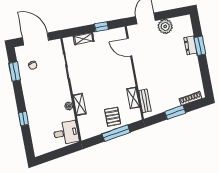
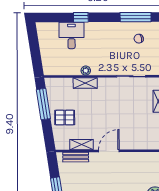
door: (129, 47) -> (109, 151), moved
window: (15, 71) -> (136, 17), width x1.44
desk: (66, 133) -> (72, 35), moved, turned 180
window: (116, 133) -> (43, 104), moved

